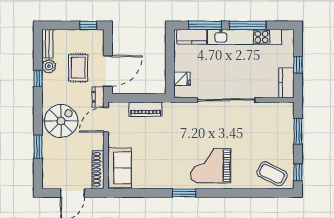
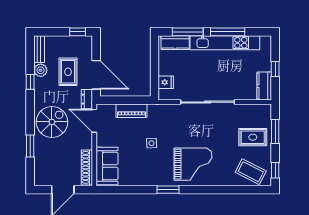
door: (108, 71) -> (96, 75), hinge flipped
door: (106, 120) -> (94, 121), hinge flipped
rug: (274, 137) -> (253, 137), added
side table: (167, 144) -> (152, 143), added
grand piano: (211, 166) -> (193, 164), turned 180

